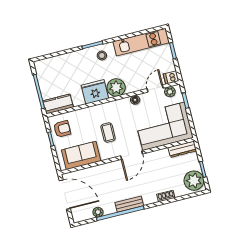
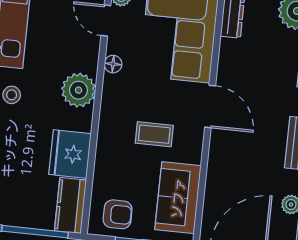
fridge: (95, 92) -> (70, 154), moved
armchair: (62, 129) -> (118, 214), turned 90

